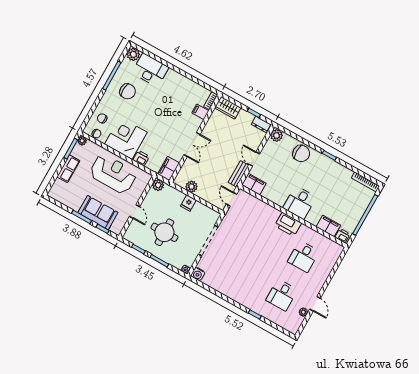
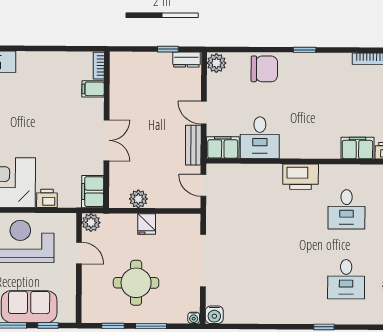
wardrobe: (228, 108) -> (128, 62), removed
desk: (300, 202) -> (260, 138), moved
door: (135, 211) -> (79, 253), moved

